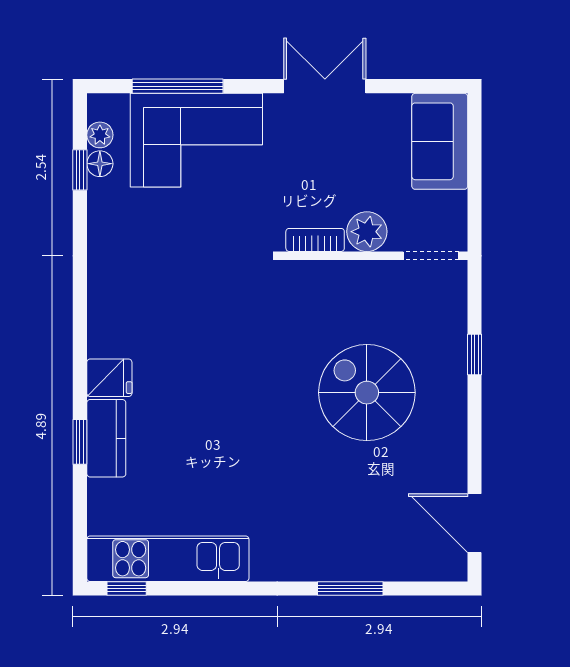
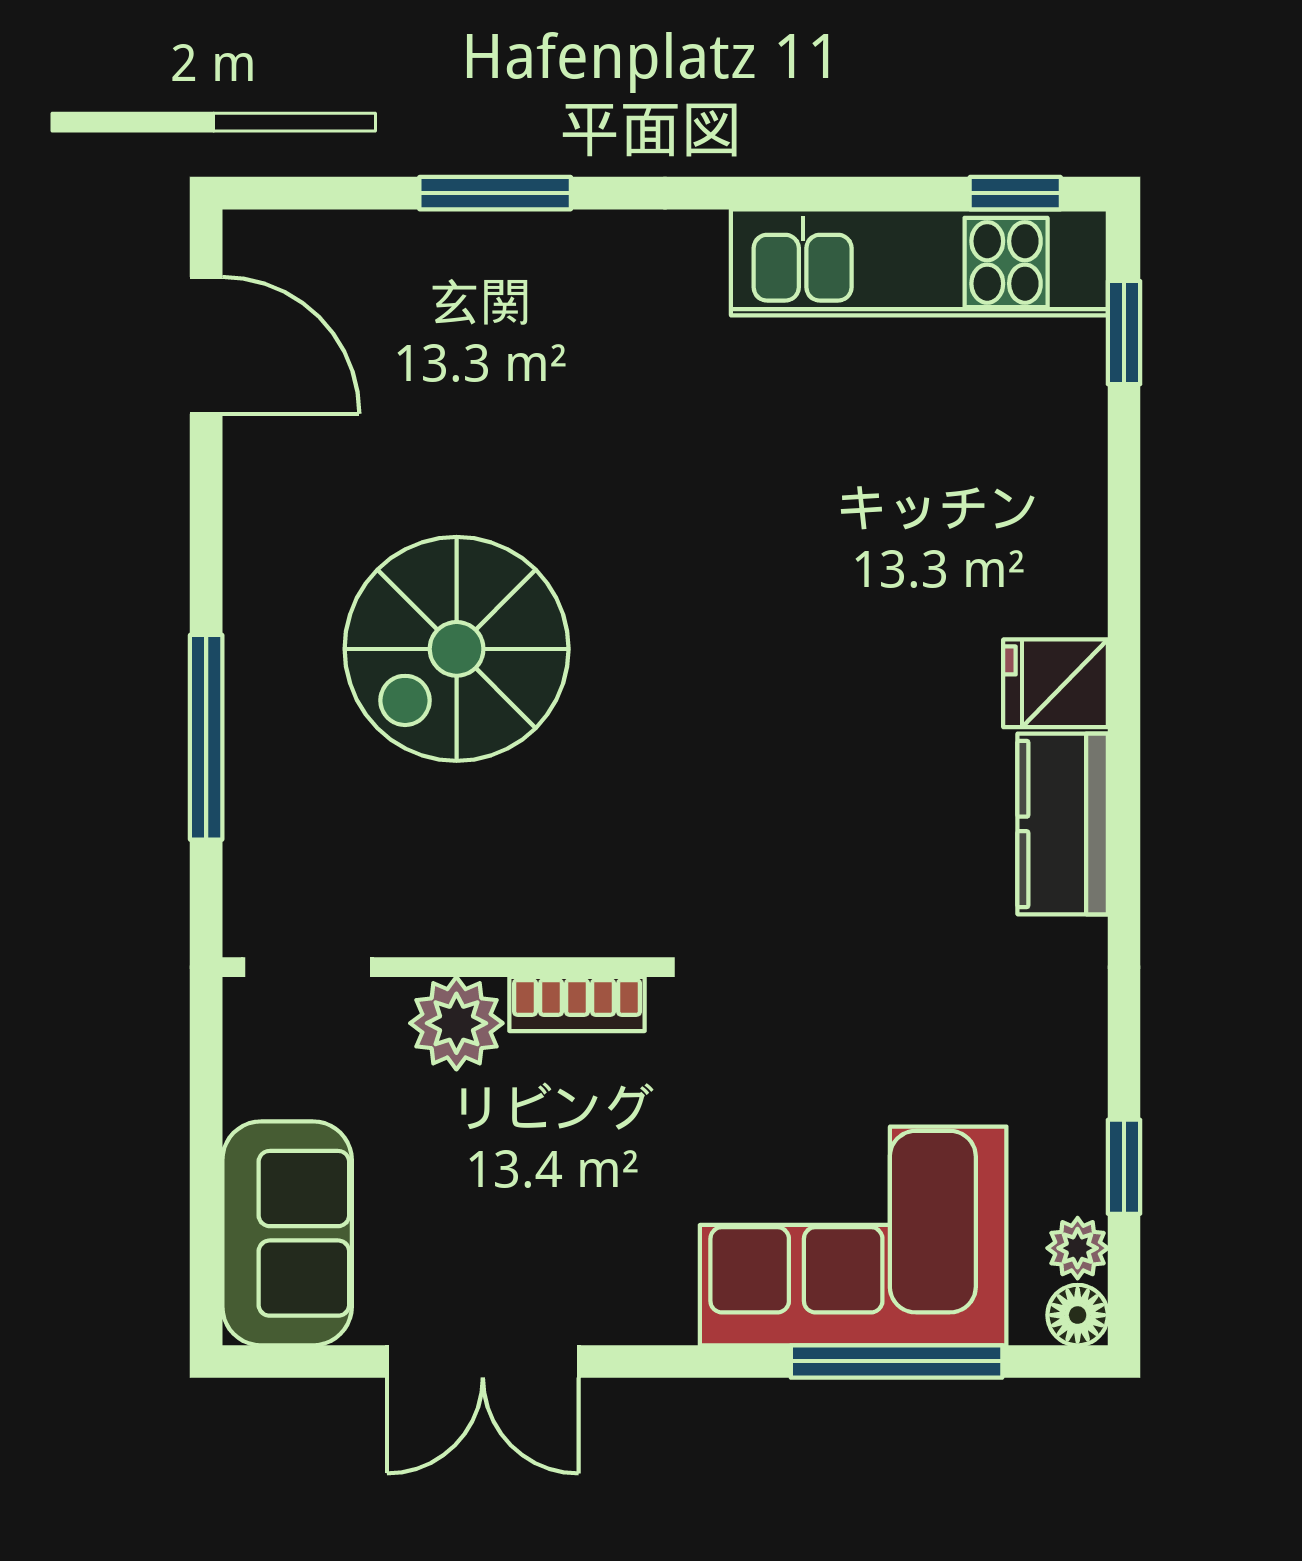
double door: (325, 86) -> (483, 1361), moved
floor lamp: (100, 164) -> (1078, 1315), moved
window: (475, 355) -> (206, 737), width x2.17
spiral stairs: (367, 393) -> (457, 649), turned 90
kitchen counter: (106, 438) -> (1063, 824), moved
window: (80, 442) -> (1124, 333), moved

